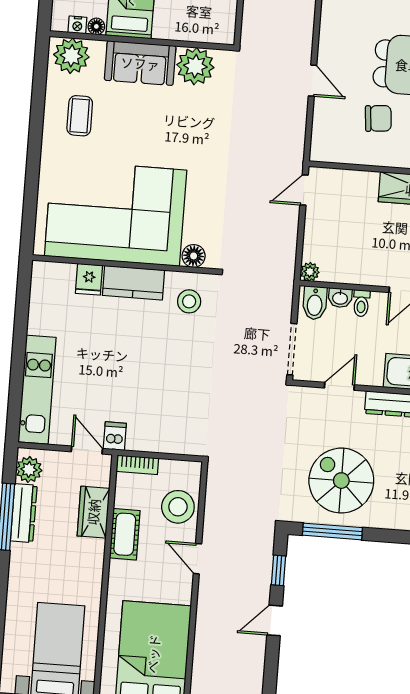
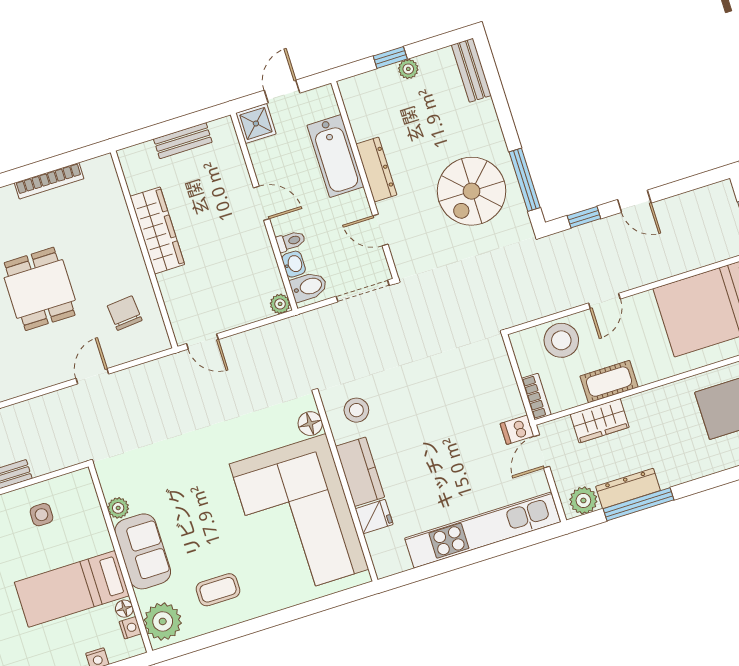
plant: (195, 66) -> (118, 508), width x0.53, depth x0.53
chair: (378, 118) -> (125, 313), moved
kitchen unit: (37, 390) -> (483, 530), width x1.36

